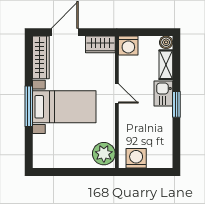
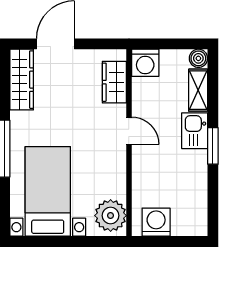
wardrobe: (100, 44) -> (114, 82), moved, turned 90
bed with nightstands: (64, 107) -> (48, 191), moved, turned -90

